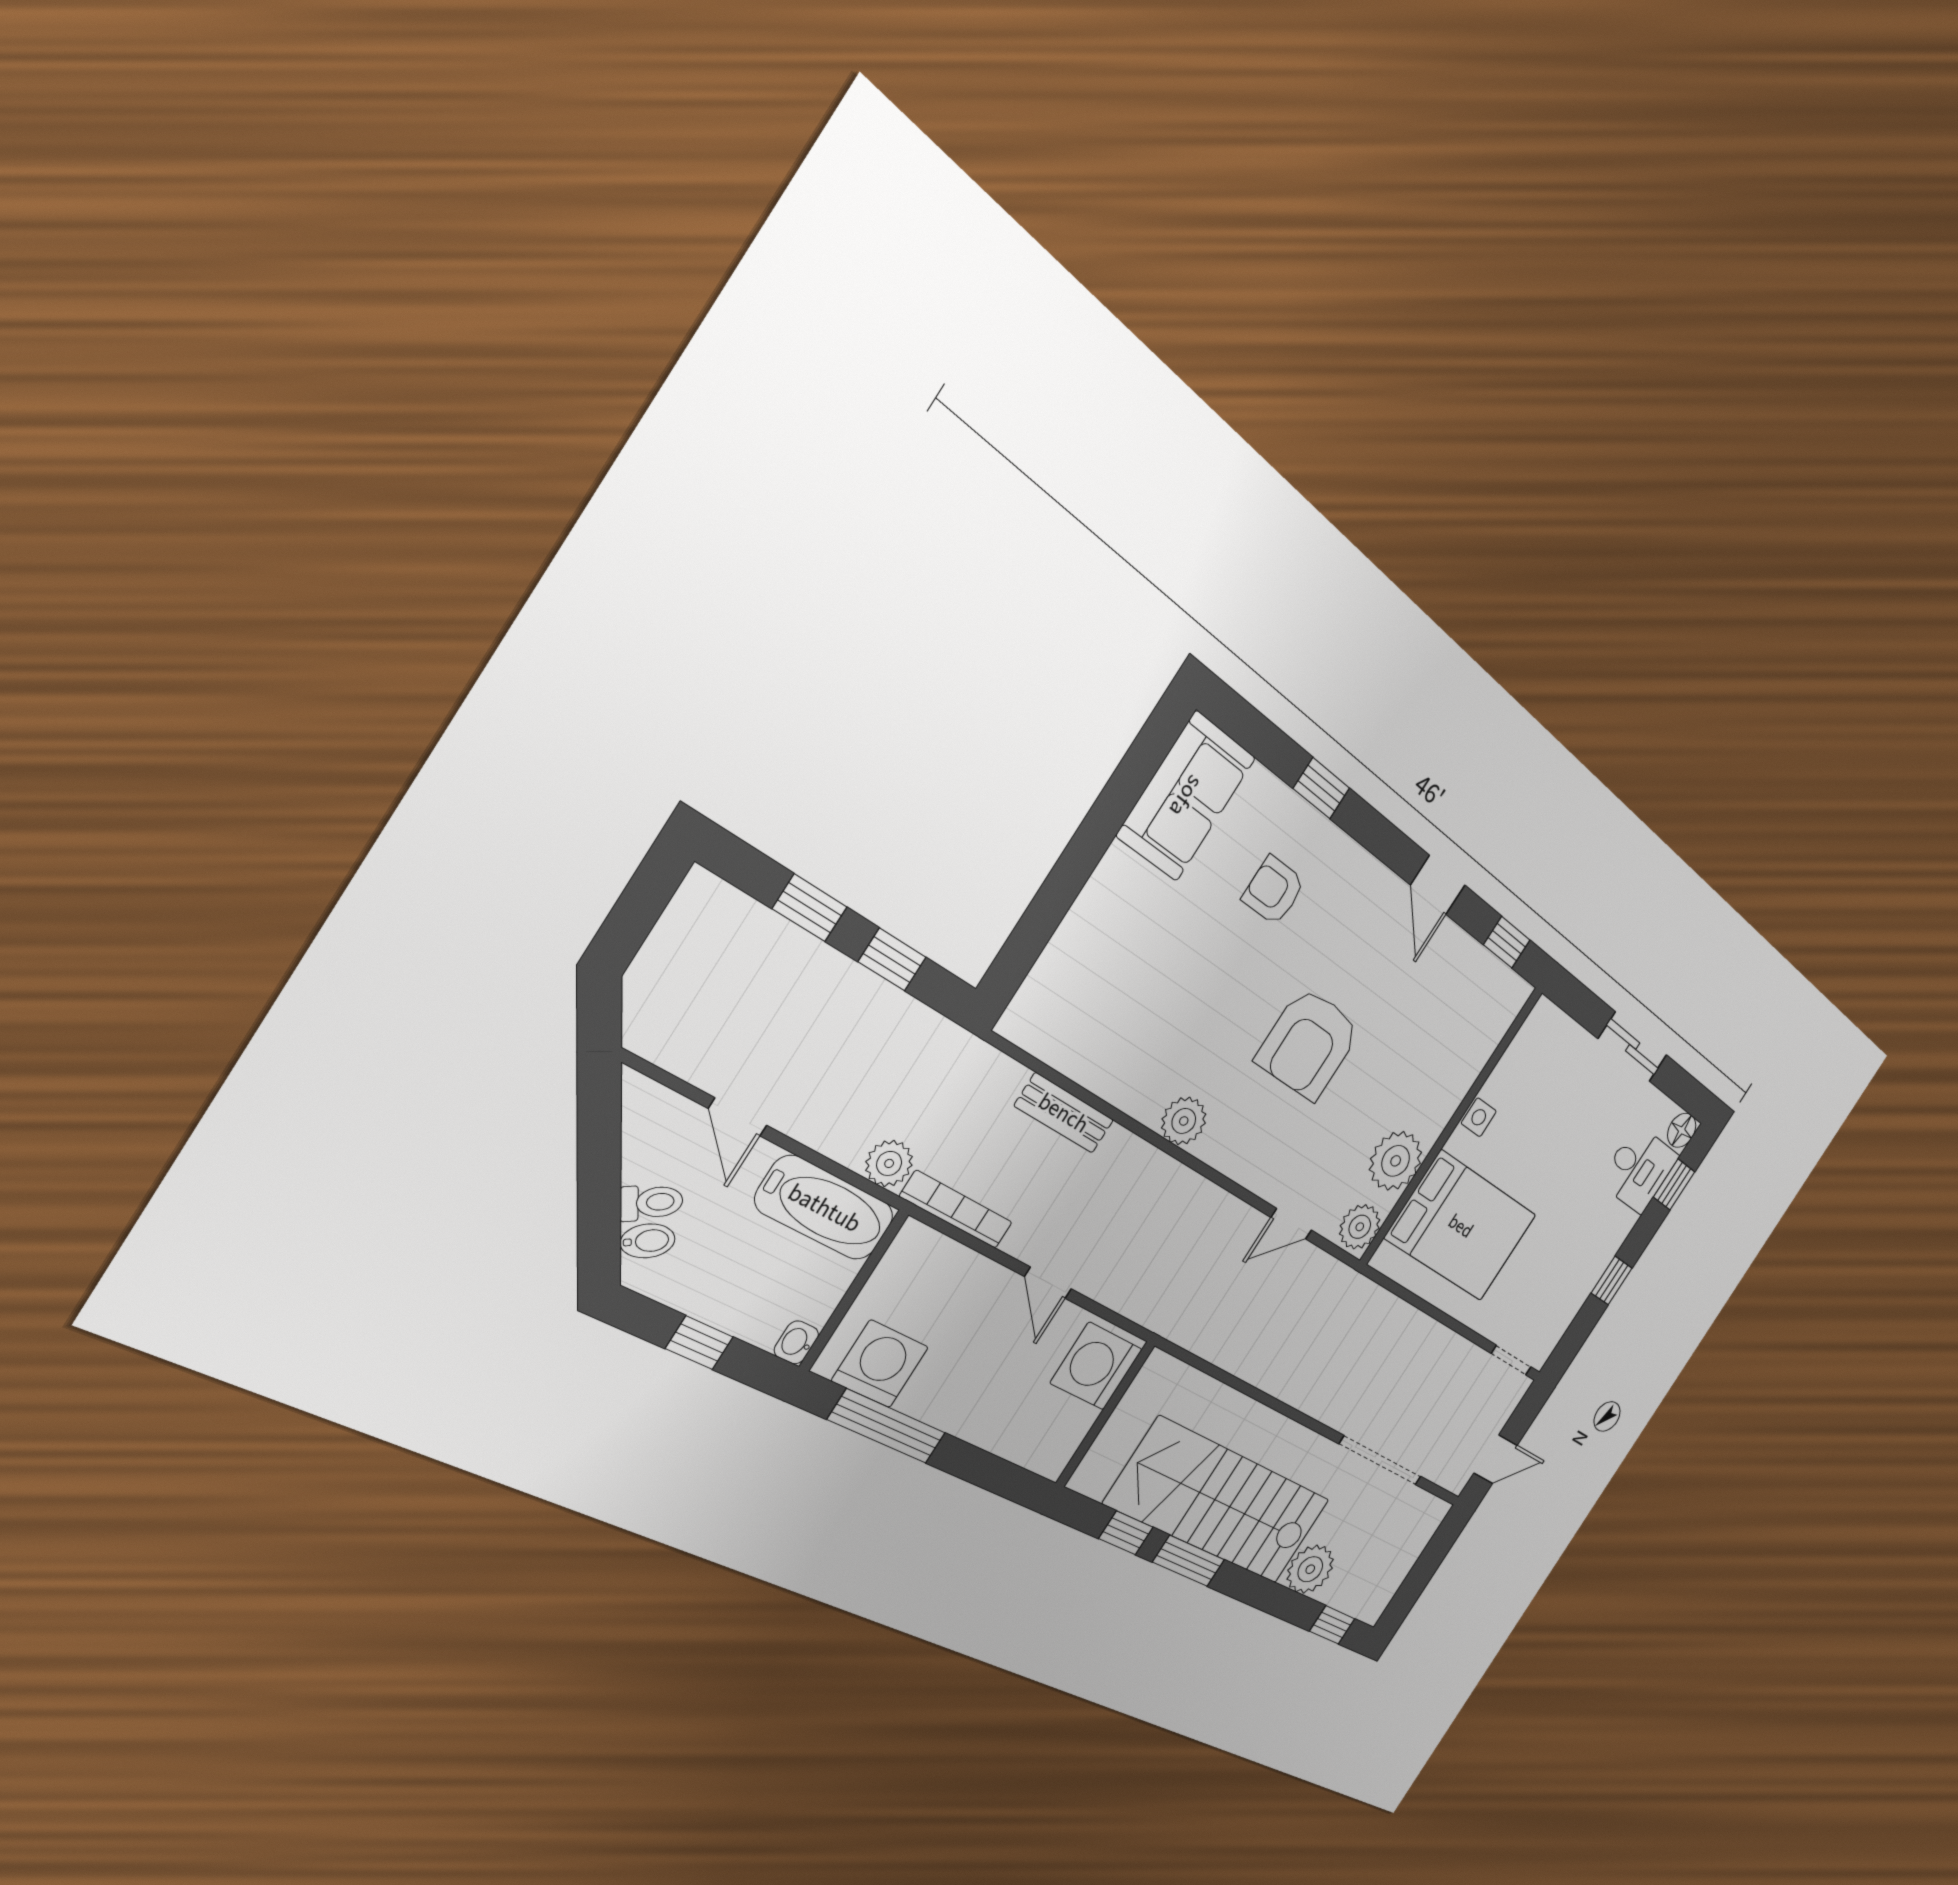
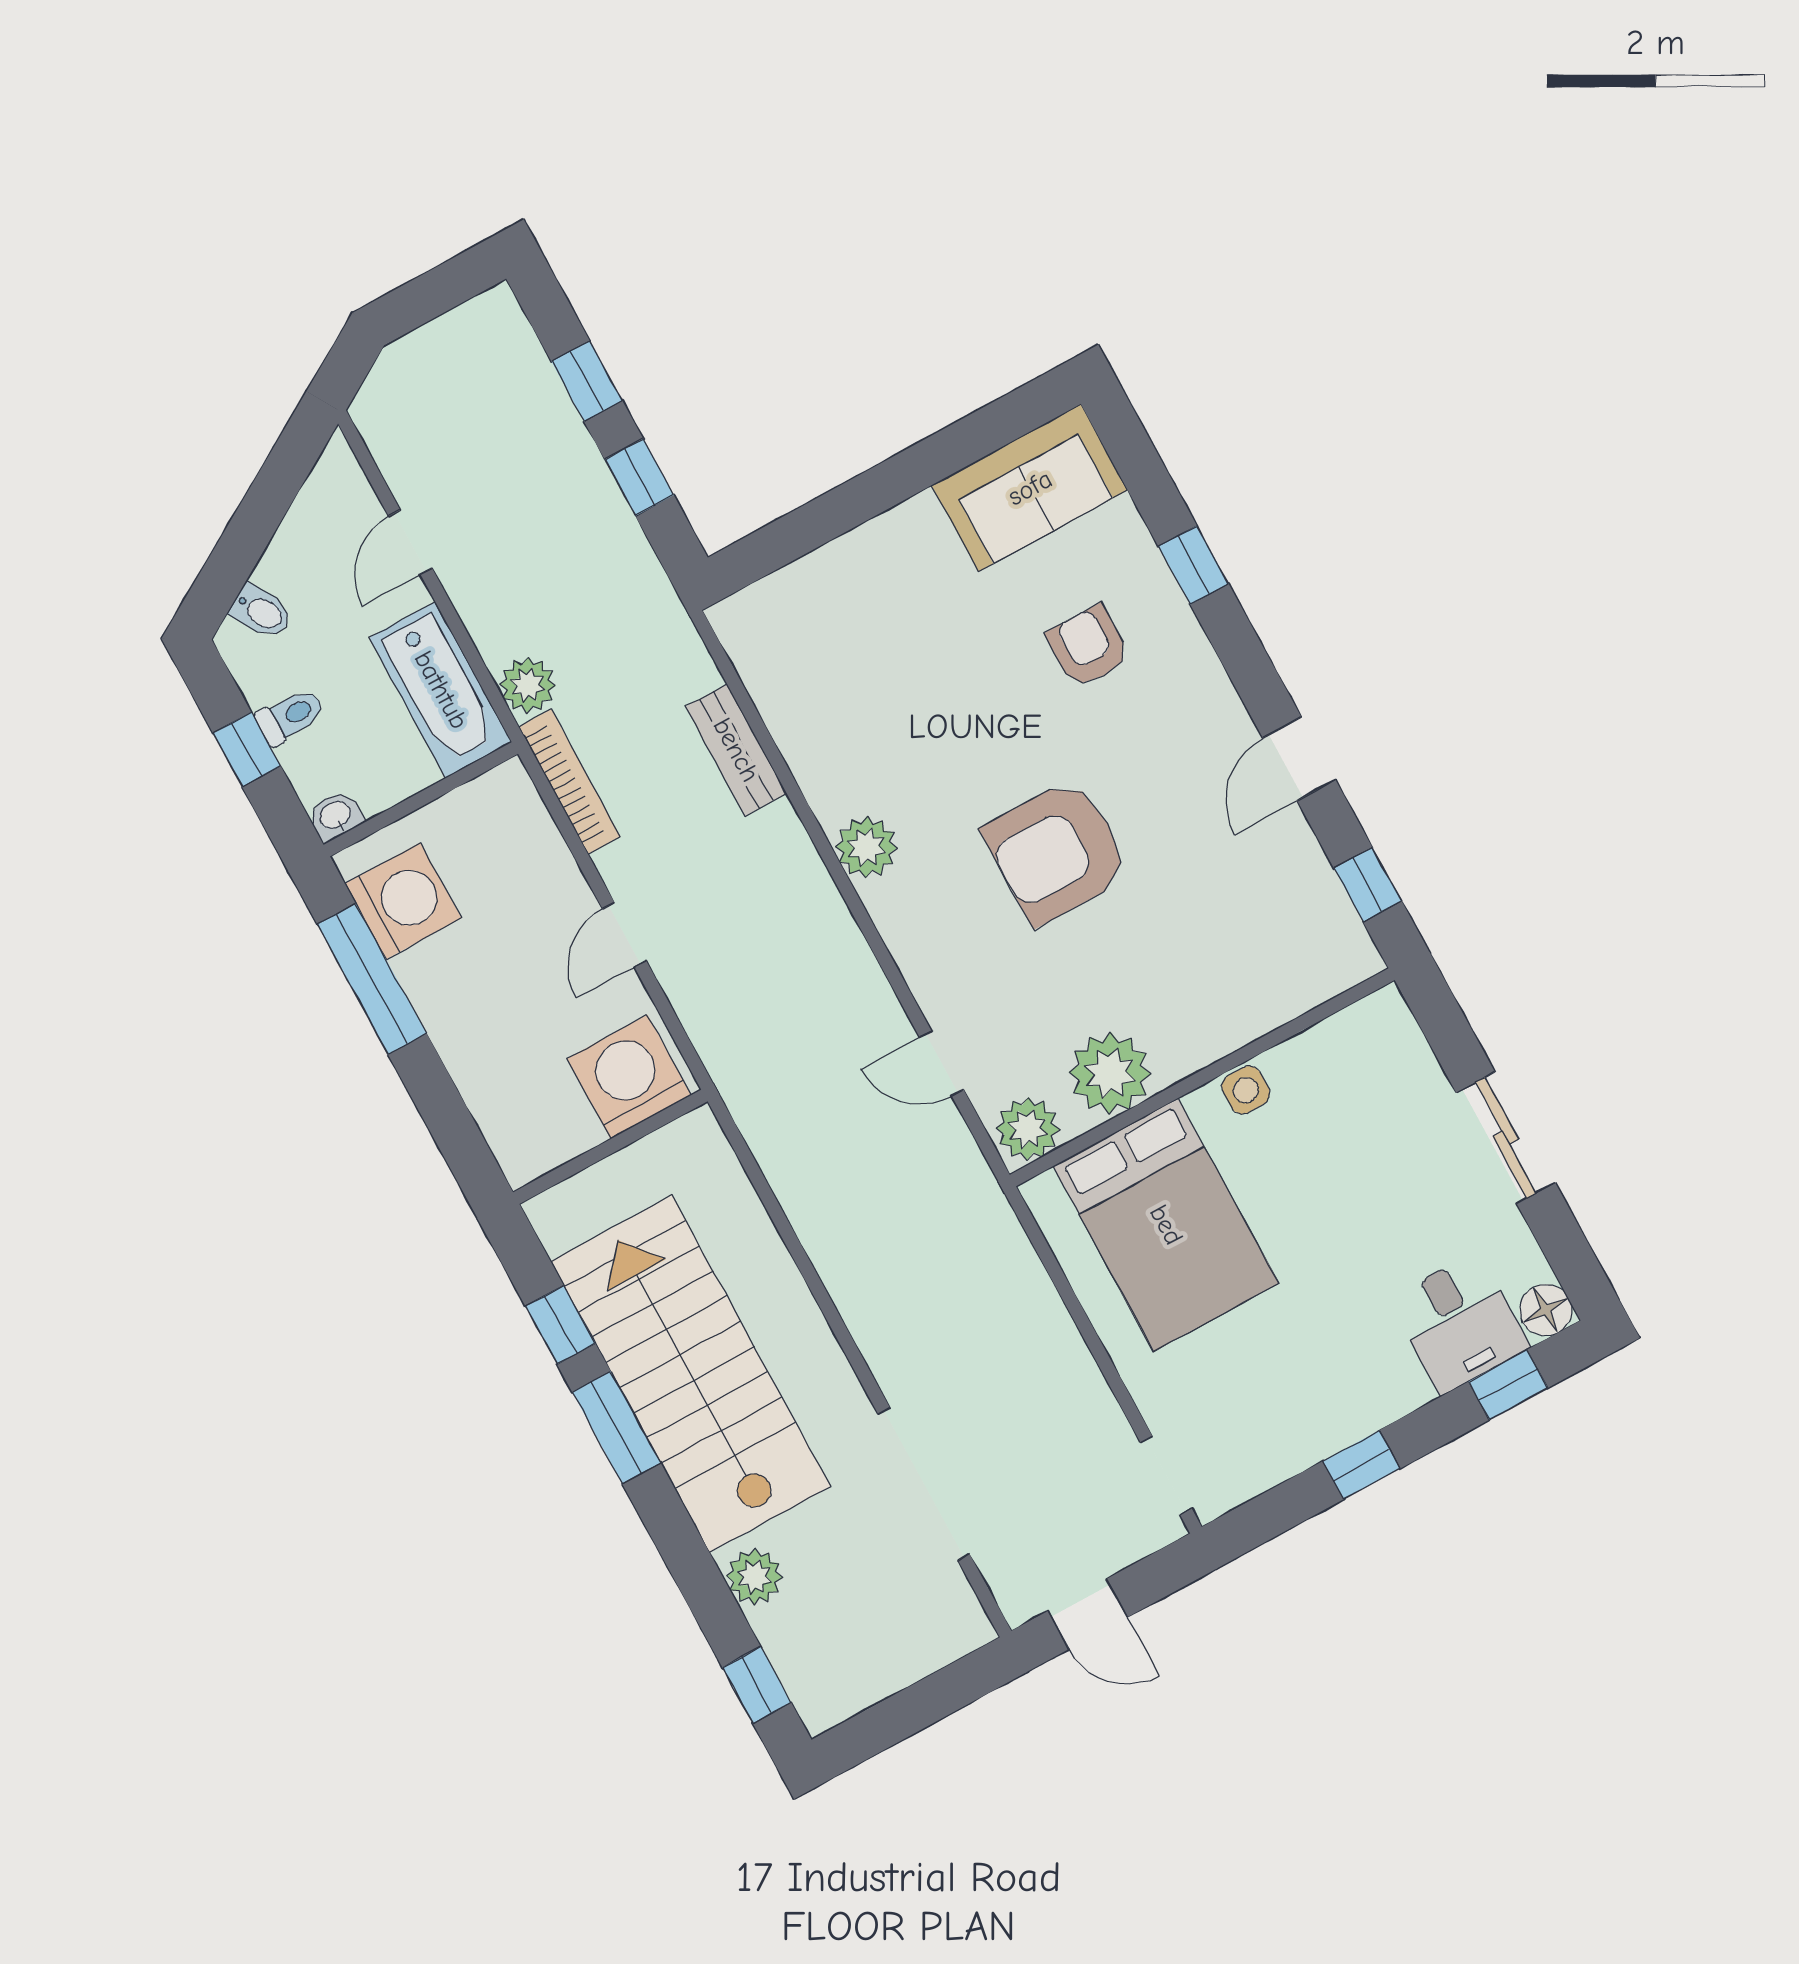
toilet: (652, 1202) -> (290, 716), moved, turned -59
plant: (1310, 1569) -> (754, 1577), width x0.73, depth x0.73

